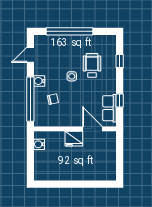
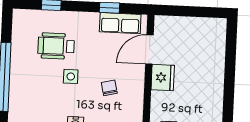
chair: (53, 99) -> (109, 88), moved

